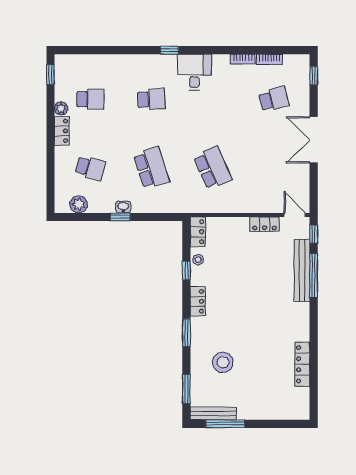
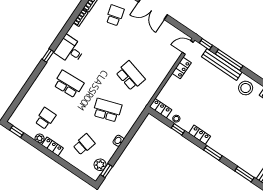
school desk: (151, 99) -> (69, 84), width x1.85
school desk: (213, 168) -> (130, 76), turned 39
window: (120, 217) -> (106, 171), moved
stool: (223, 362) -> (246, 88), moved

